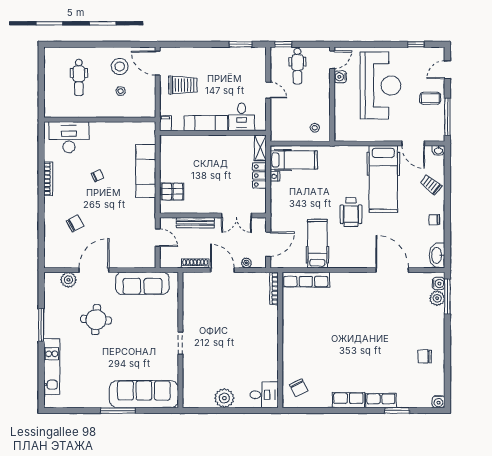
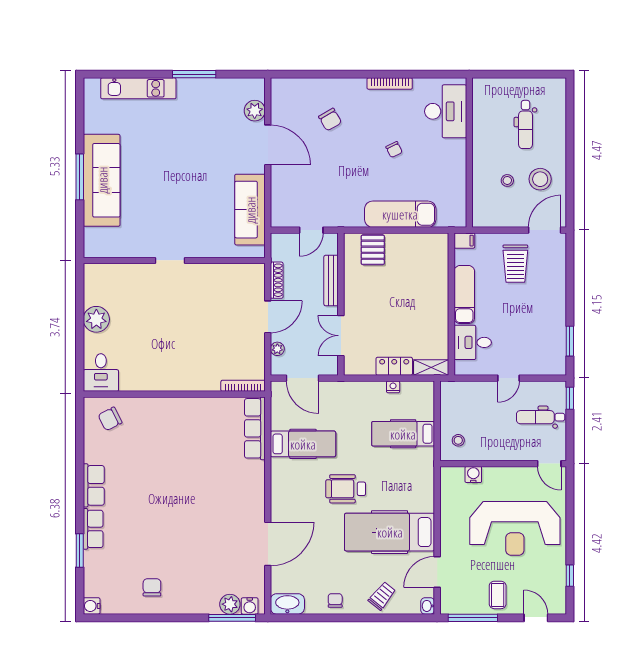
dental chair: (79, 77) -> (526, 124), turned -90
water cooler: (340, 77) -> (473, 475), moved
hospital bed: (294, 160) -> (403, 434), moved, turned 90
round table: (96, 320) -> (201, 148), removed
sofa: (144, 394) -> (102, 180), moved

